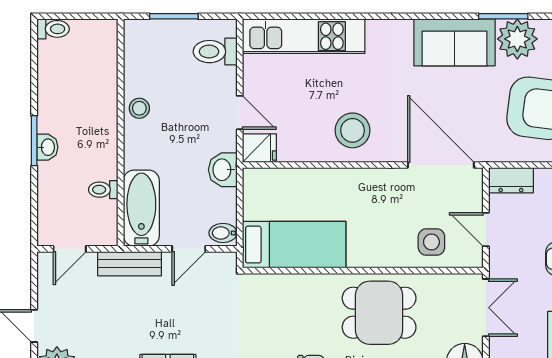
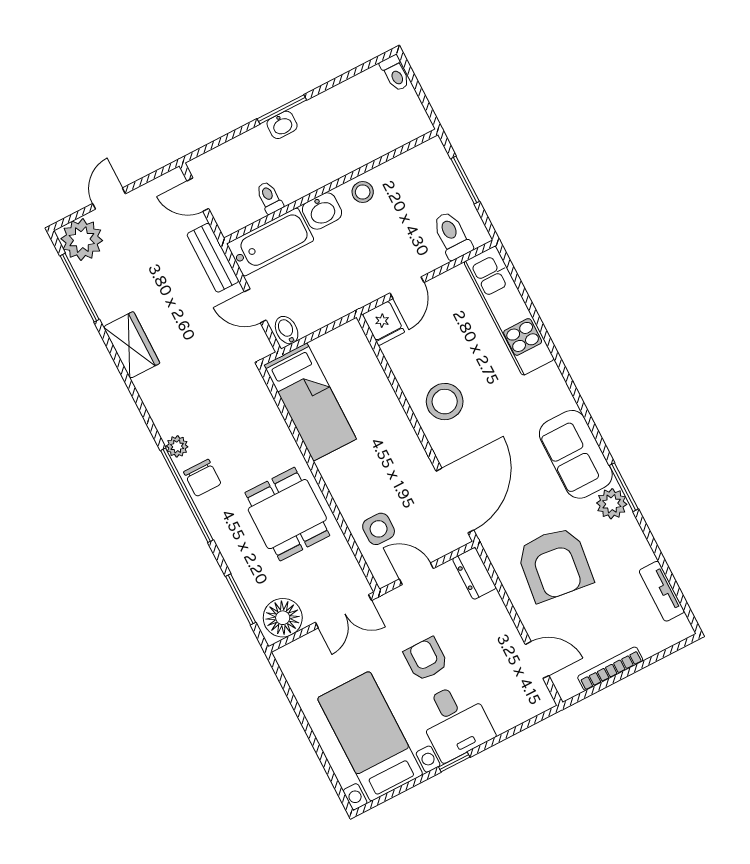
plant: (517, 39) -> (612, 504), width x0.73, depth x0.73
washbasin: (223, 170) -> (322, 211), moved, turned 180
door: (486, 230) -> (416, 574), hinge flipped

